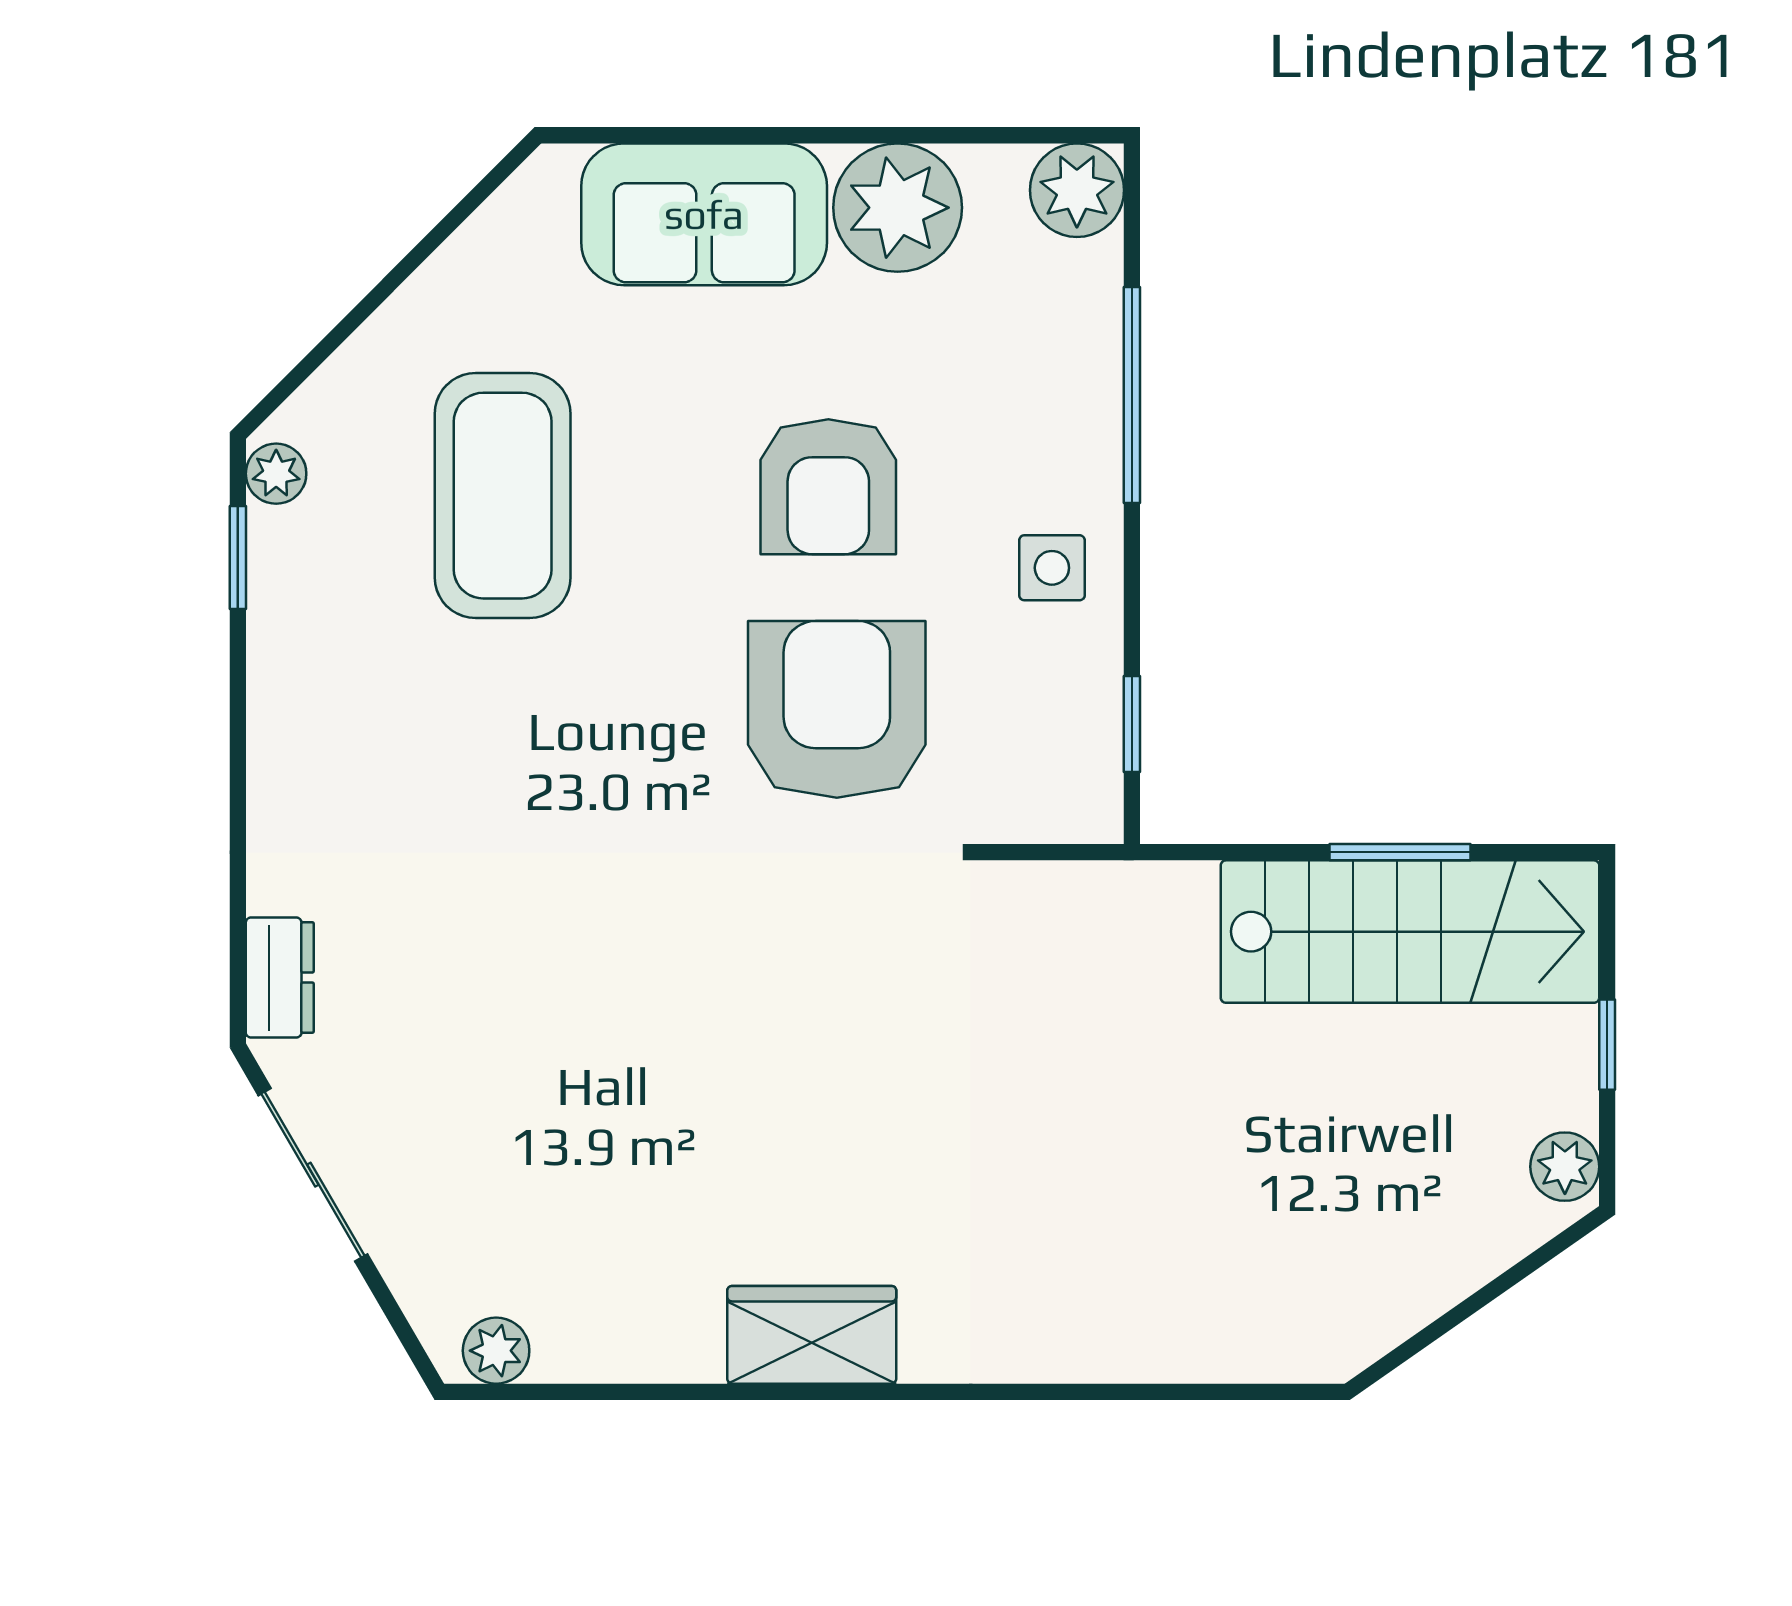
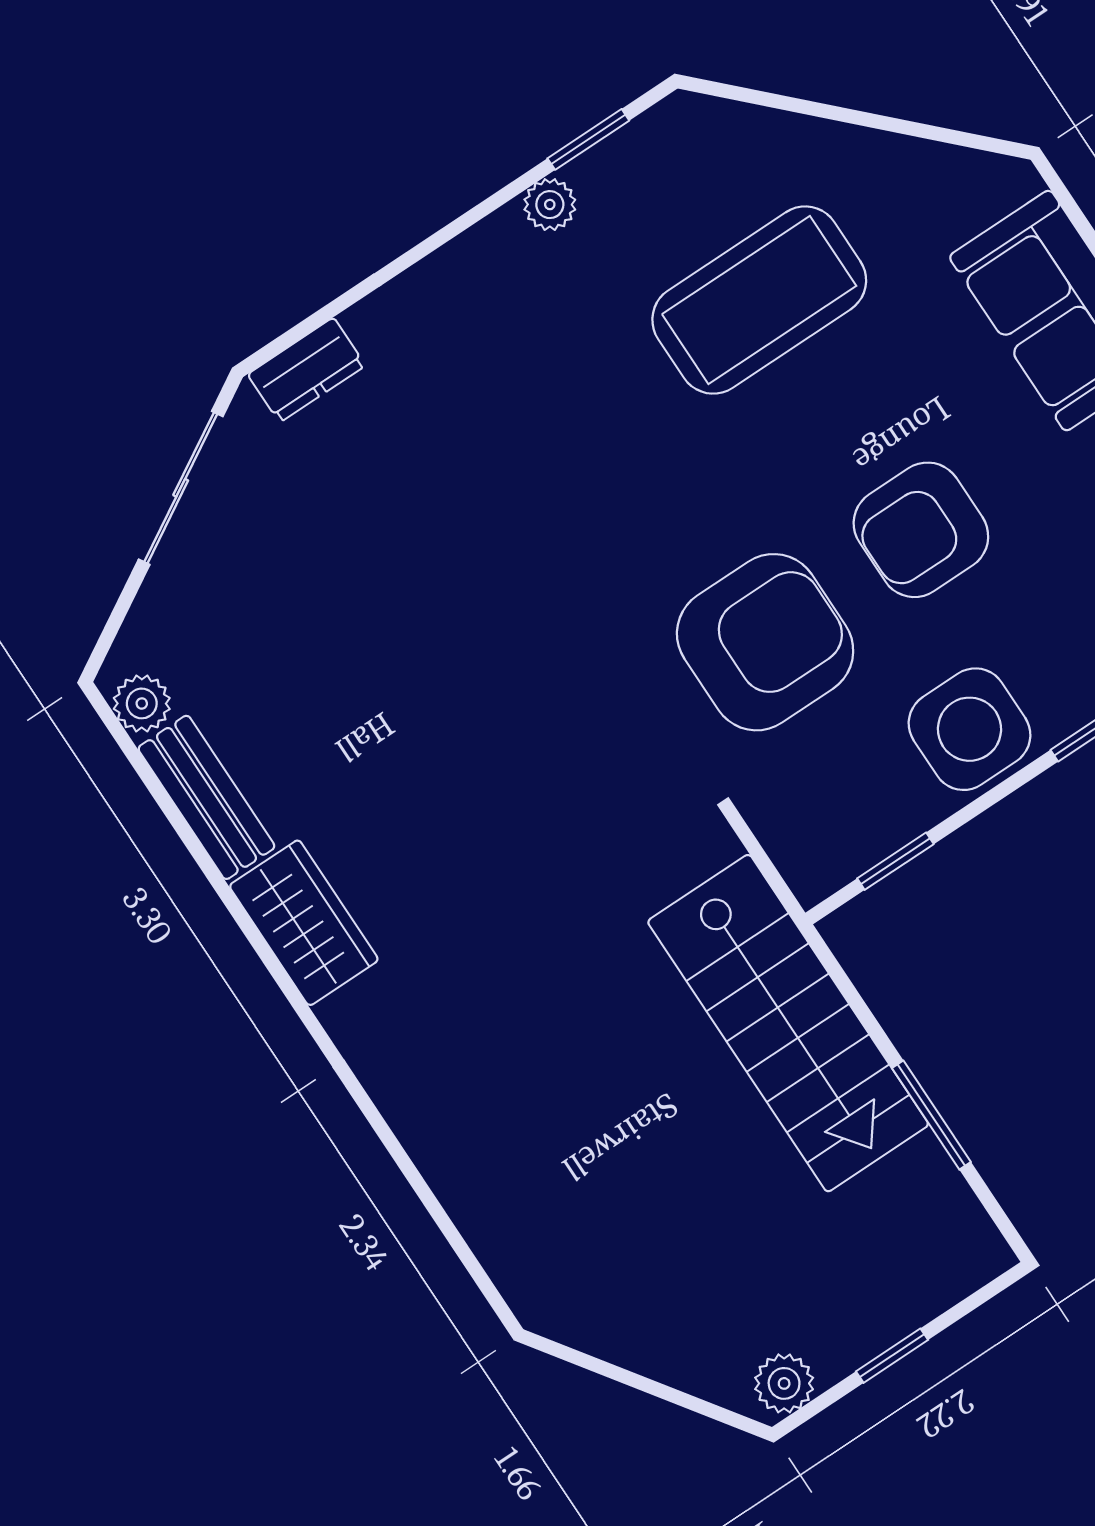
plant: (276, 474) -> (550, 205), moved
side table: (1052, 568) -> (969, 729), width x1.87, depth x1.87
stairs: (1410, 932) -> (788, 1023), moved
bench: (628, 1348) -> (206, 797), added

